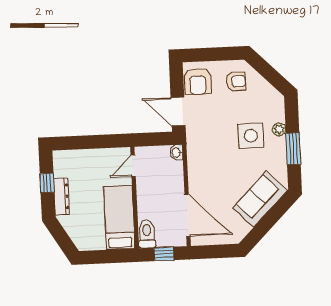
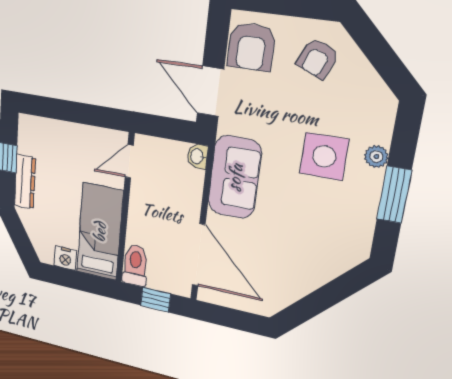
armchair: (236, 81) -> (317, 58), turned 114
sofa: (260, 199) -> (235, 177), moved, turned 135
nightstand: (97, 243) -> (65, 258), added

